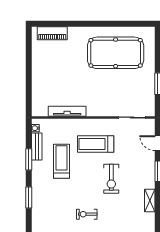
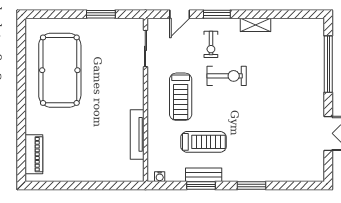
bench: (37, 147) -> (204, 175), moved
treadmill: (62, 161) -> (204, 142), turned 180
exercise bike: (87, 214) -> (211, 44), moved

